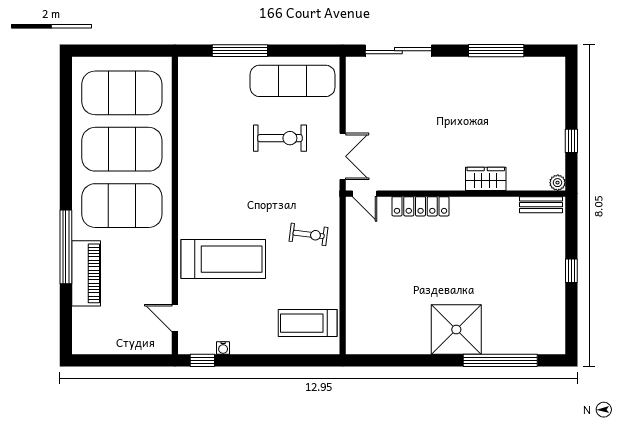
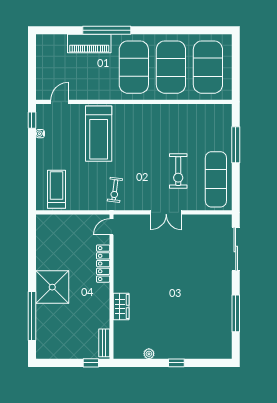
wardrobe: (486, 179) -> (121, 306), moved
door: (365, 194) -> (111, 227), moved
wall: (456, 194) -> (111, 287), moved
bench: (541, 205) -> (104, 343), moved
locker: (421, 206) -> (103, 264), moved

